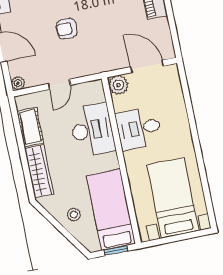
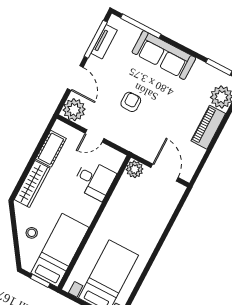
armchair: (67, 29) -> (131, 102), turned 90
plant: (18, 83) -> (74, 110), width x1.87, depth x1.87
desk: (139, 128) -> (124, 210), removed
desk: (92, 130) -> (94, 180), width x0.73

